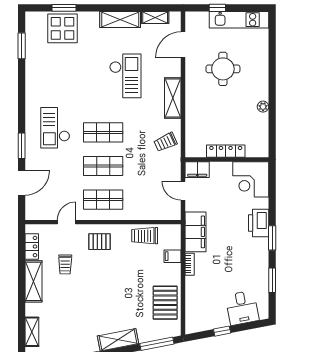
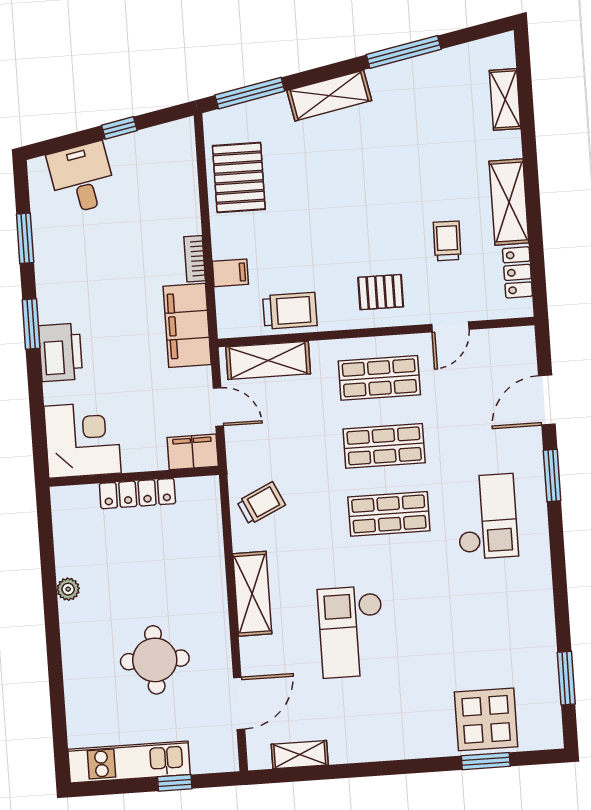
shelving: (120, 19) -> (268, 360), moved

